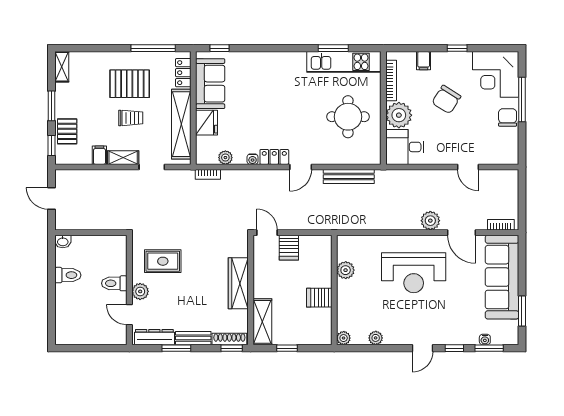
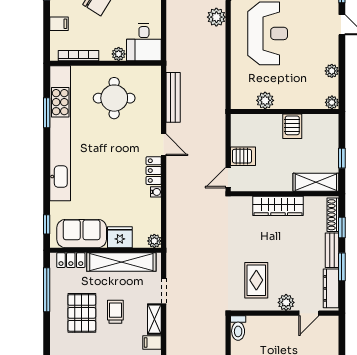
kitchen unit: (344, 62) -> (60, 133), width x1.86
plant: (399, 115) -> (119, 54), width x0.53, depth x0.53
plant: (225, 158) -> (154, 241), moved
bookcase: (208, 174) -> (171, 236), removed
toilet: (114, 283) -> (238, 328), moved
window: (232, 348) -> (342, 227), moved

